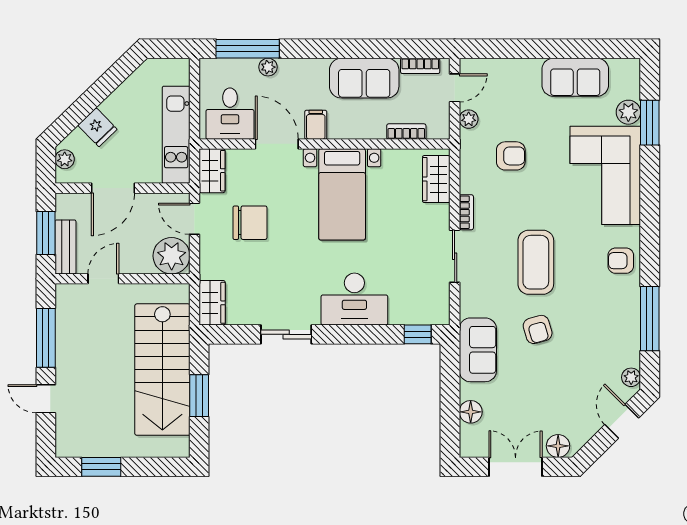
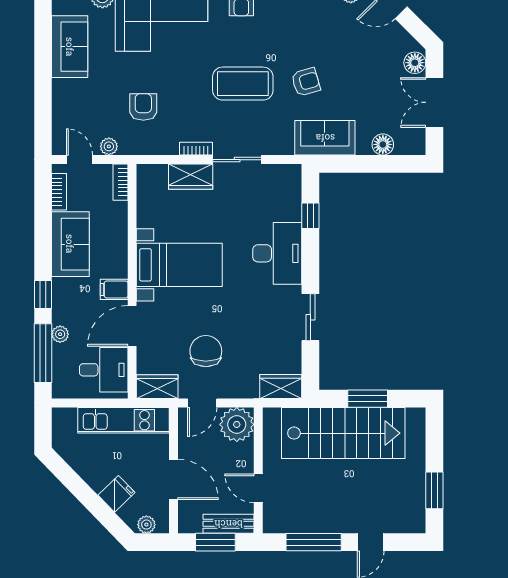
window: (310, 49) -> (43, 294), added
bookcase: (406, 132) -> (120, 182), moved
wardrobe: (436, 179) -> (191, 177), moved
window: (418, 334) -> (310, 216), moved

